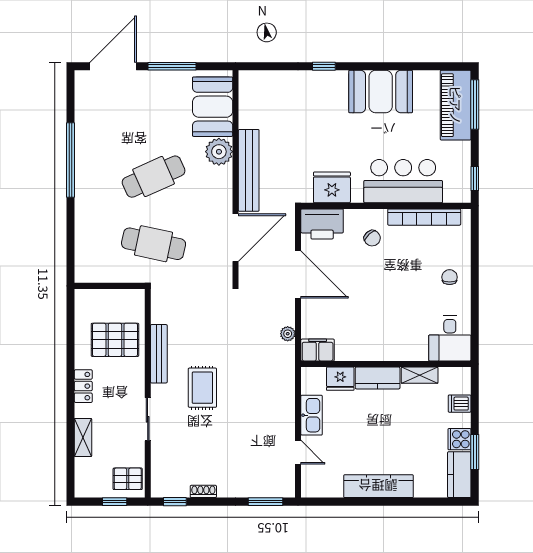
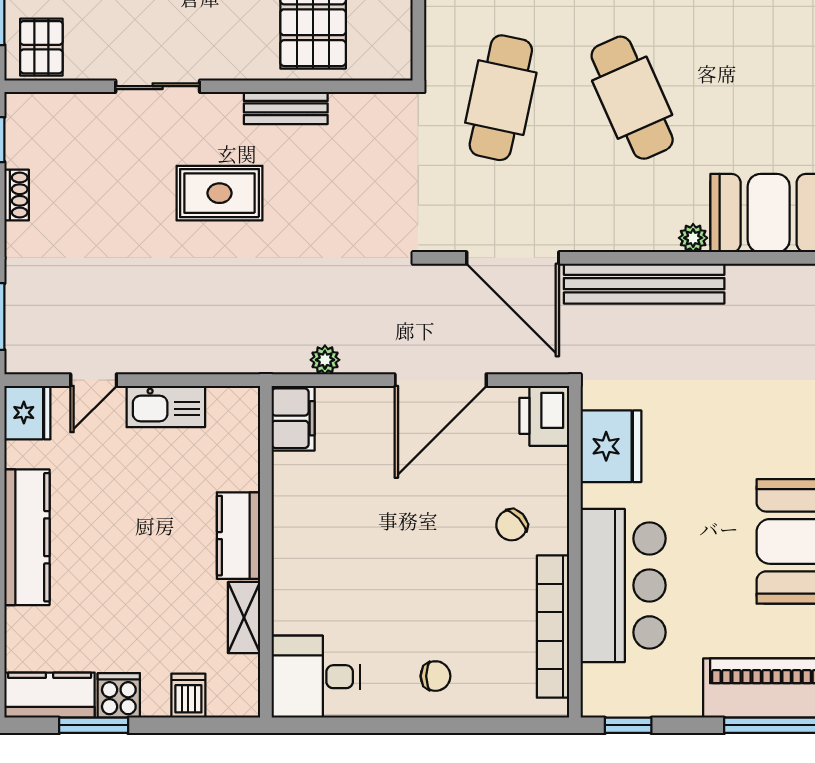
plant: (219, 152) -> (693, 238), width x0.53, depth x0.53
printer: (322, 224) -> (544, 416), width x0.73, depth x0.84
bench: (159, 354) -> (286, 108), width x0.73
fridge: (340, 379) -> (27, 413), moved, turned 180

